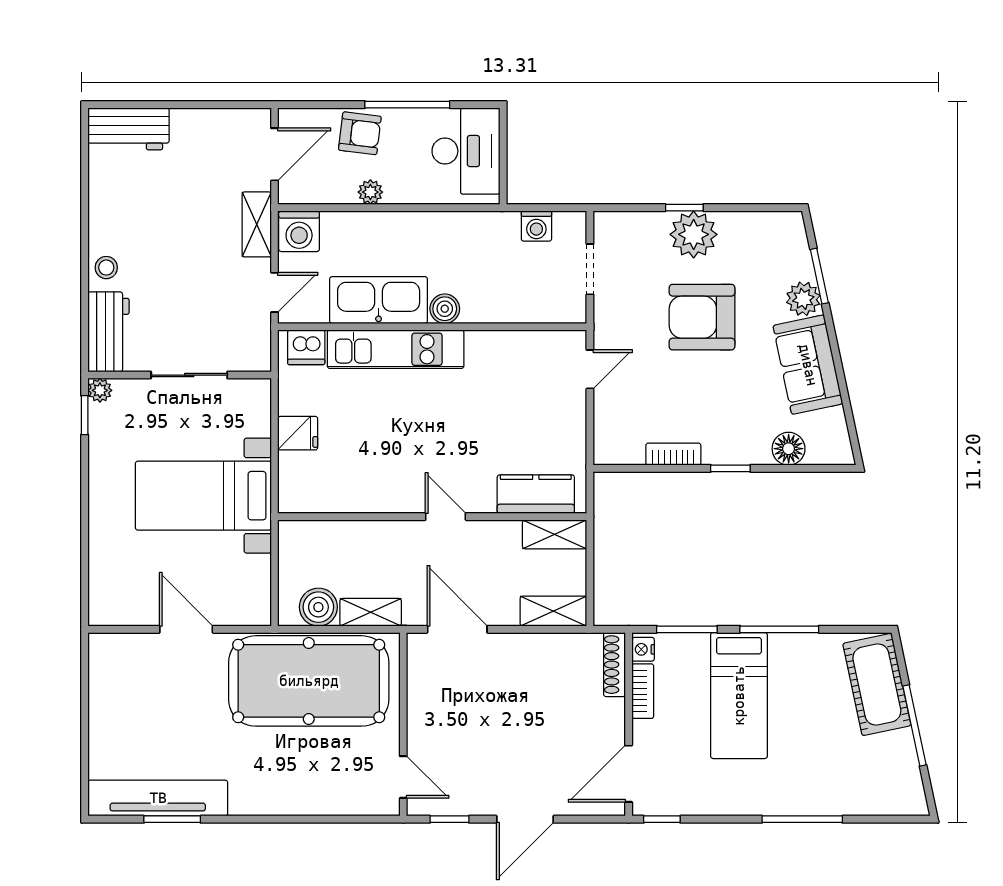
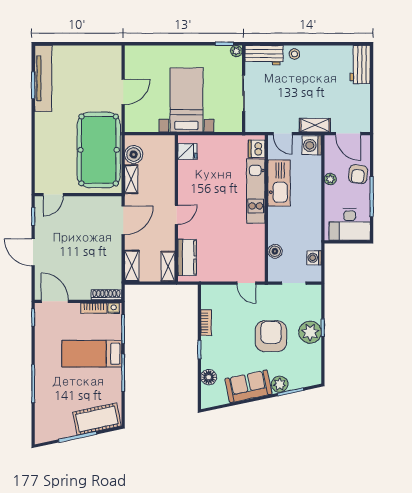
boiler: (445, 309) -> (275, 251), moved
fridge: (298, 433) -> (187, 151), moved, turned -90

